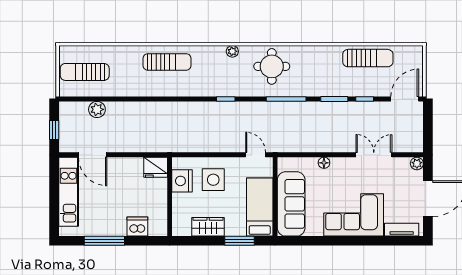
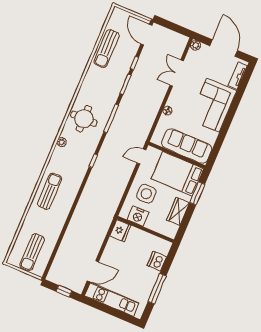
sun lounger: (368, 58) -> (107, 49), turned 180
plant: (97, 109) -> (62, 255), removed
bed: (260, 207) -> (178, 174), width x1.50

